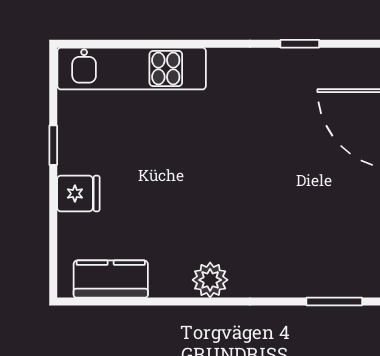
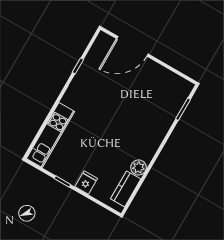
plant: (210, 280) -> (138, 167), moved

